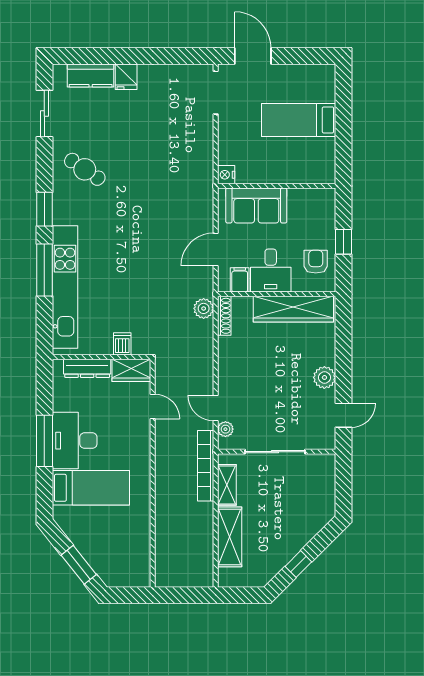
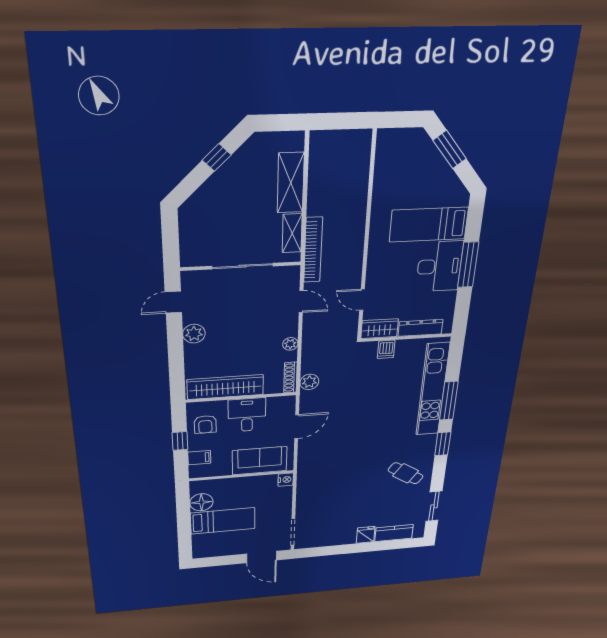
floor lamp: (323, 151) -> (201, 502), added
filing cabinet: (240, 280) -> (199, 458), moved, turned -90
plant: (225, 429) -> (290, 344), moved

